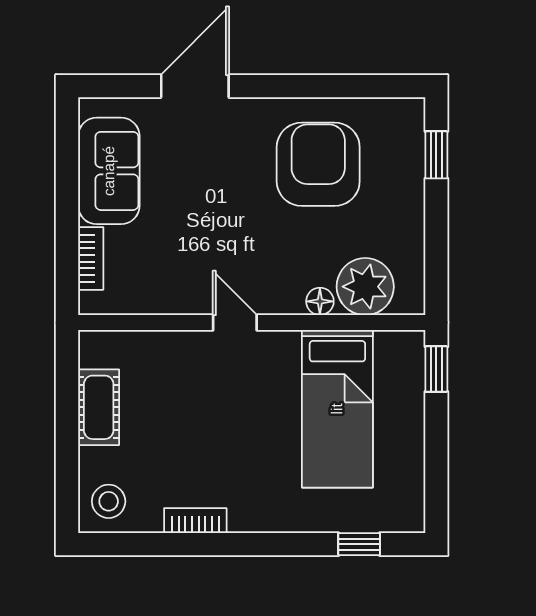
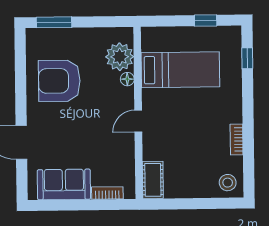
window: (436, 155) -> (54, 22), width x1.50
window: (436, 369) -> (206, 20), moved
cot: (99, 407) -> (153, 180), moved, turned 90

